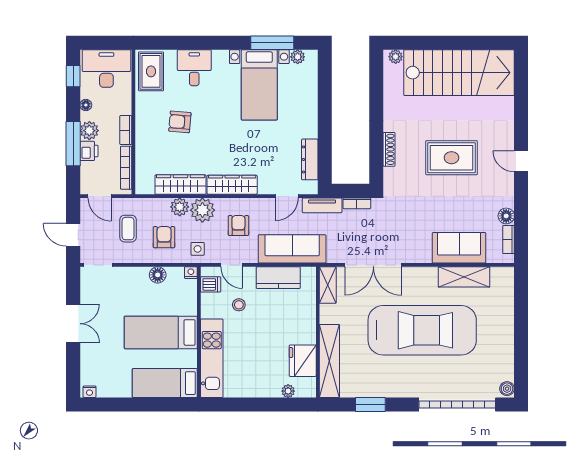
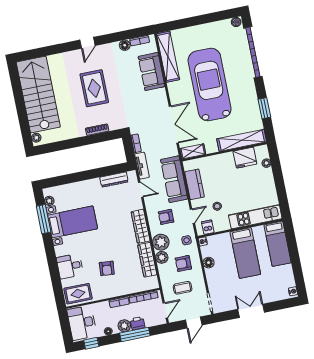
shelving: (464, 277) -> (168, 57), width x1.47

